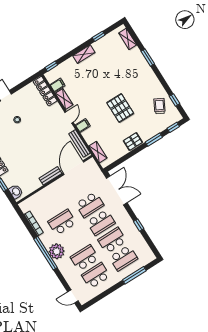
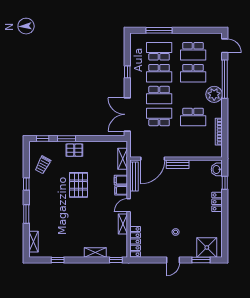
shelving: (84, 54) -> (95, 253), moved
filing cabinet: (58, 85) -> (121, 180), moved
window: (175, 100) -> (26, 184), moved
pallet: (133, 142) -> (74, 150), moved
school desk: (101, 223) -> (159, 95), turned 180
window: (46, 253) -> (225, 79), moved

